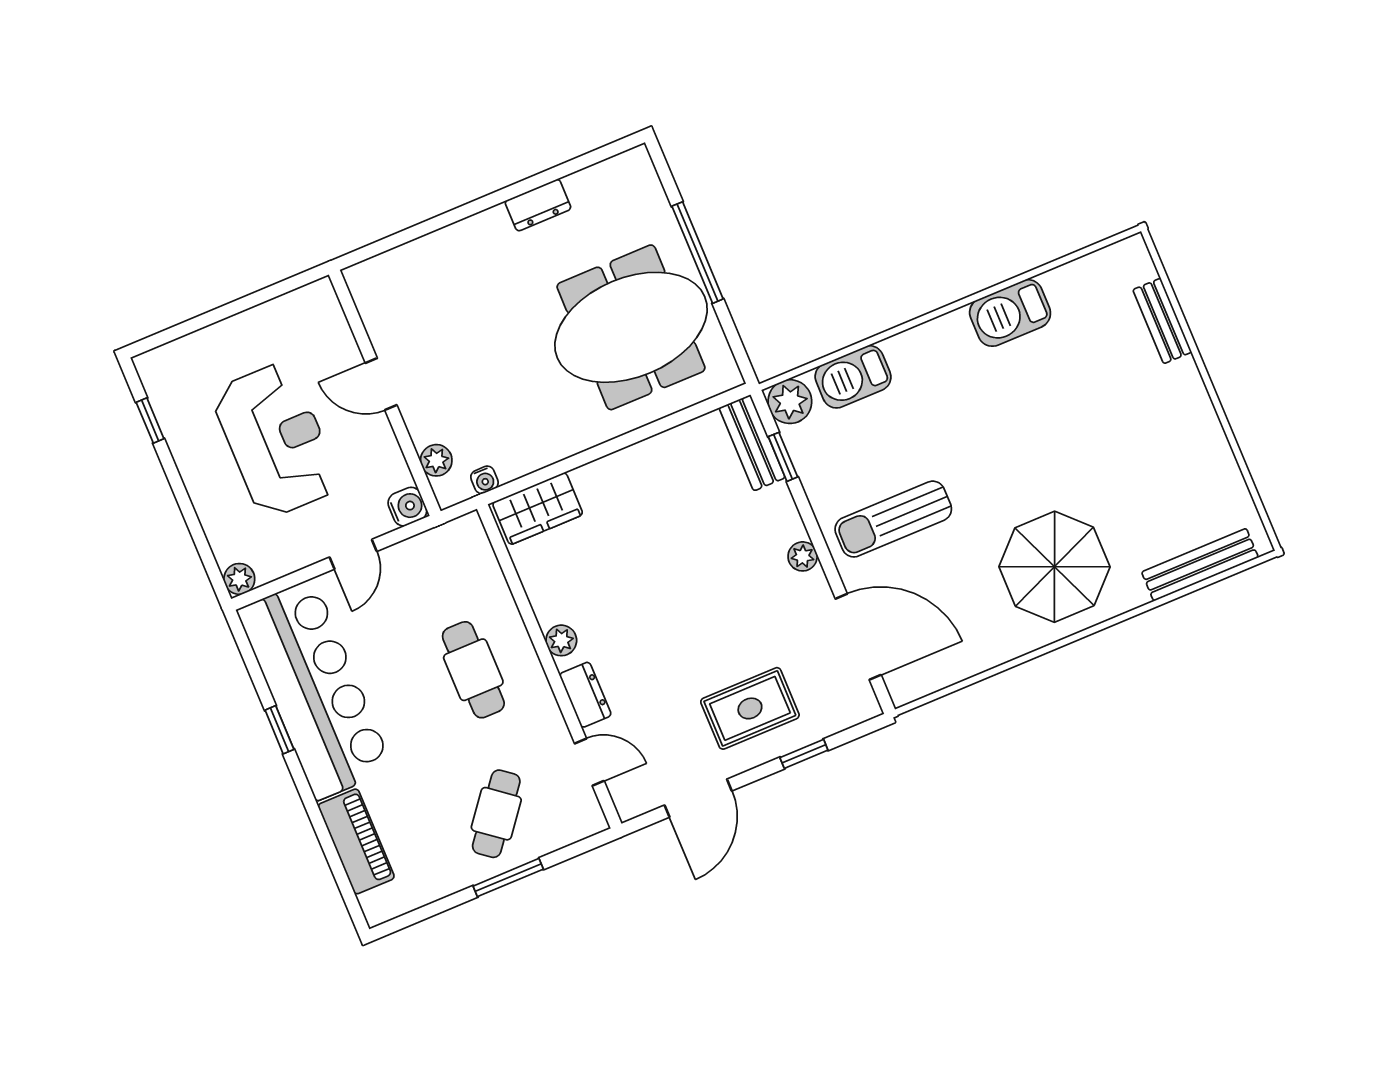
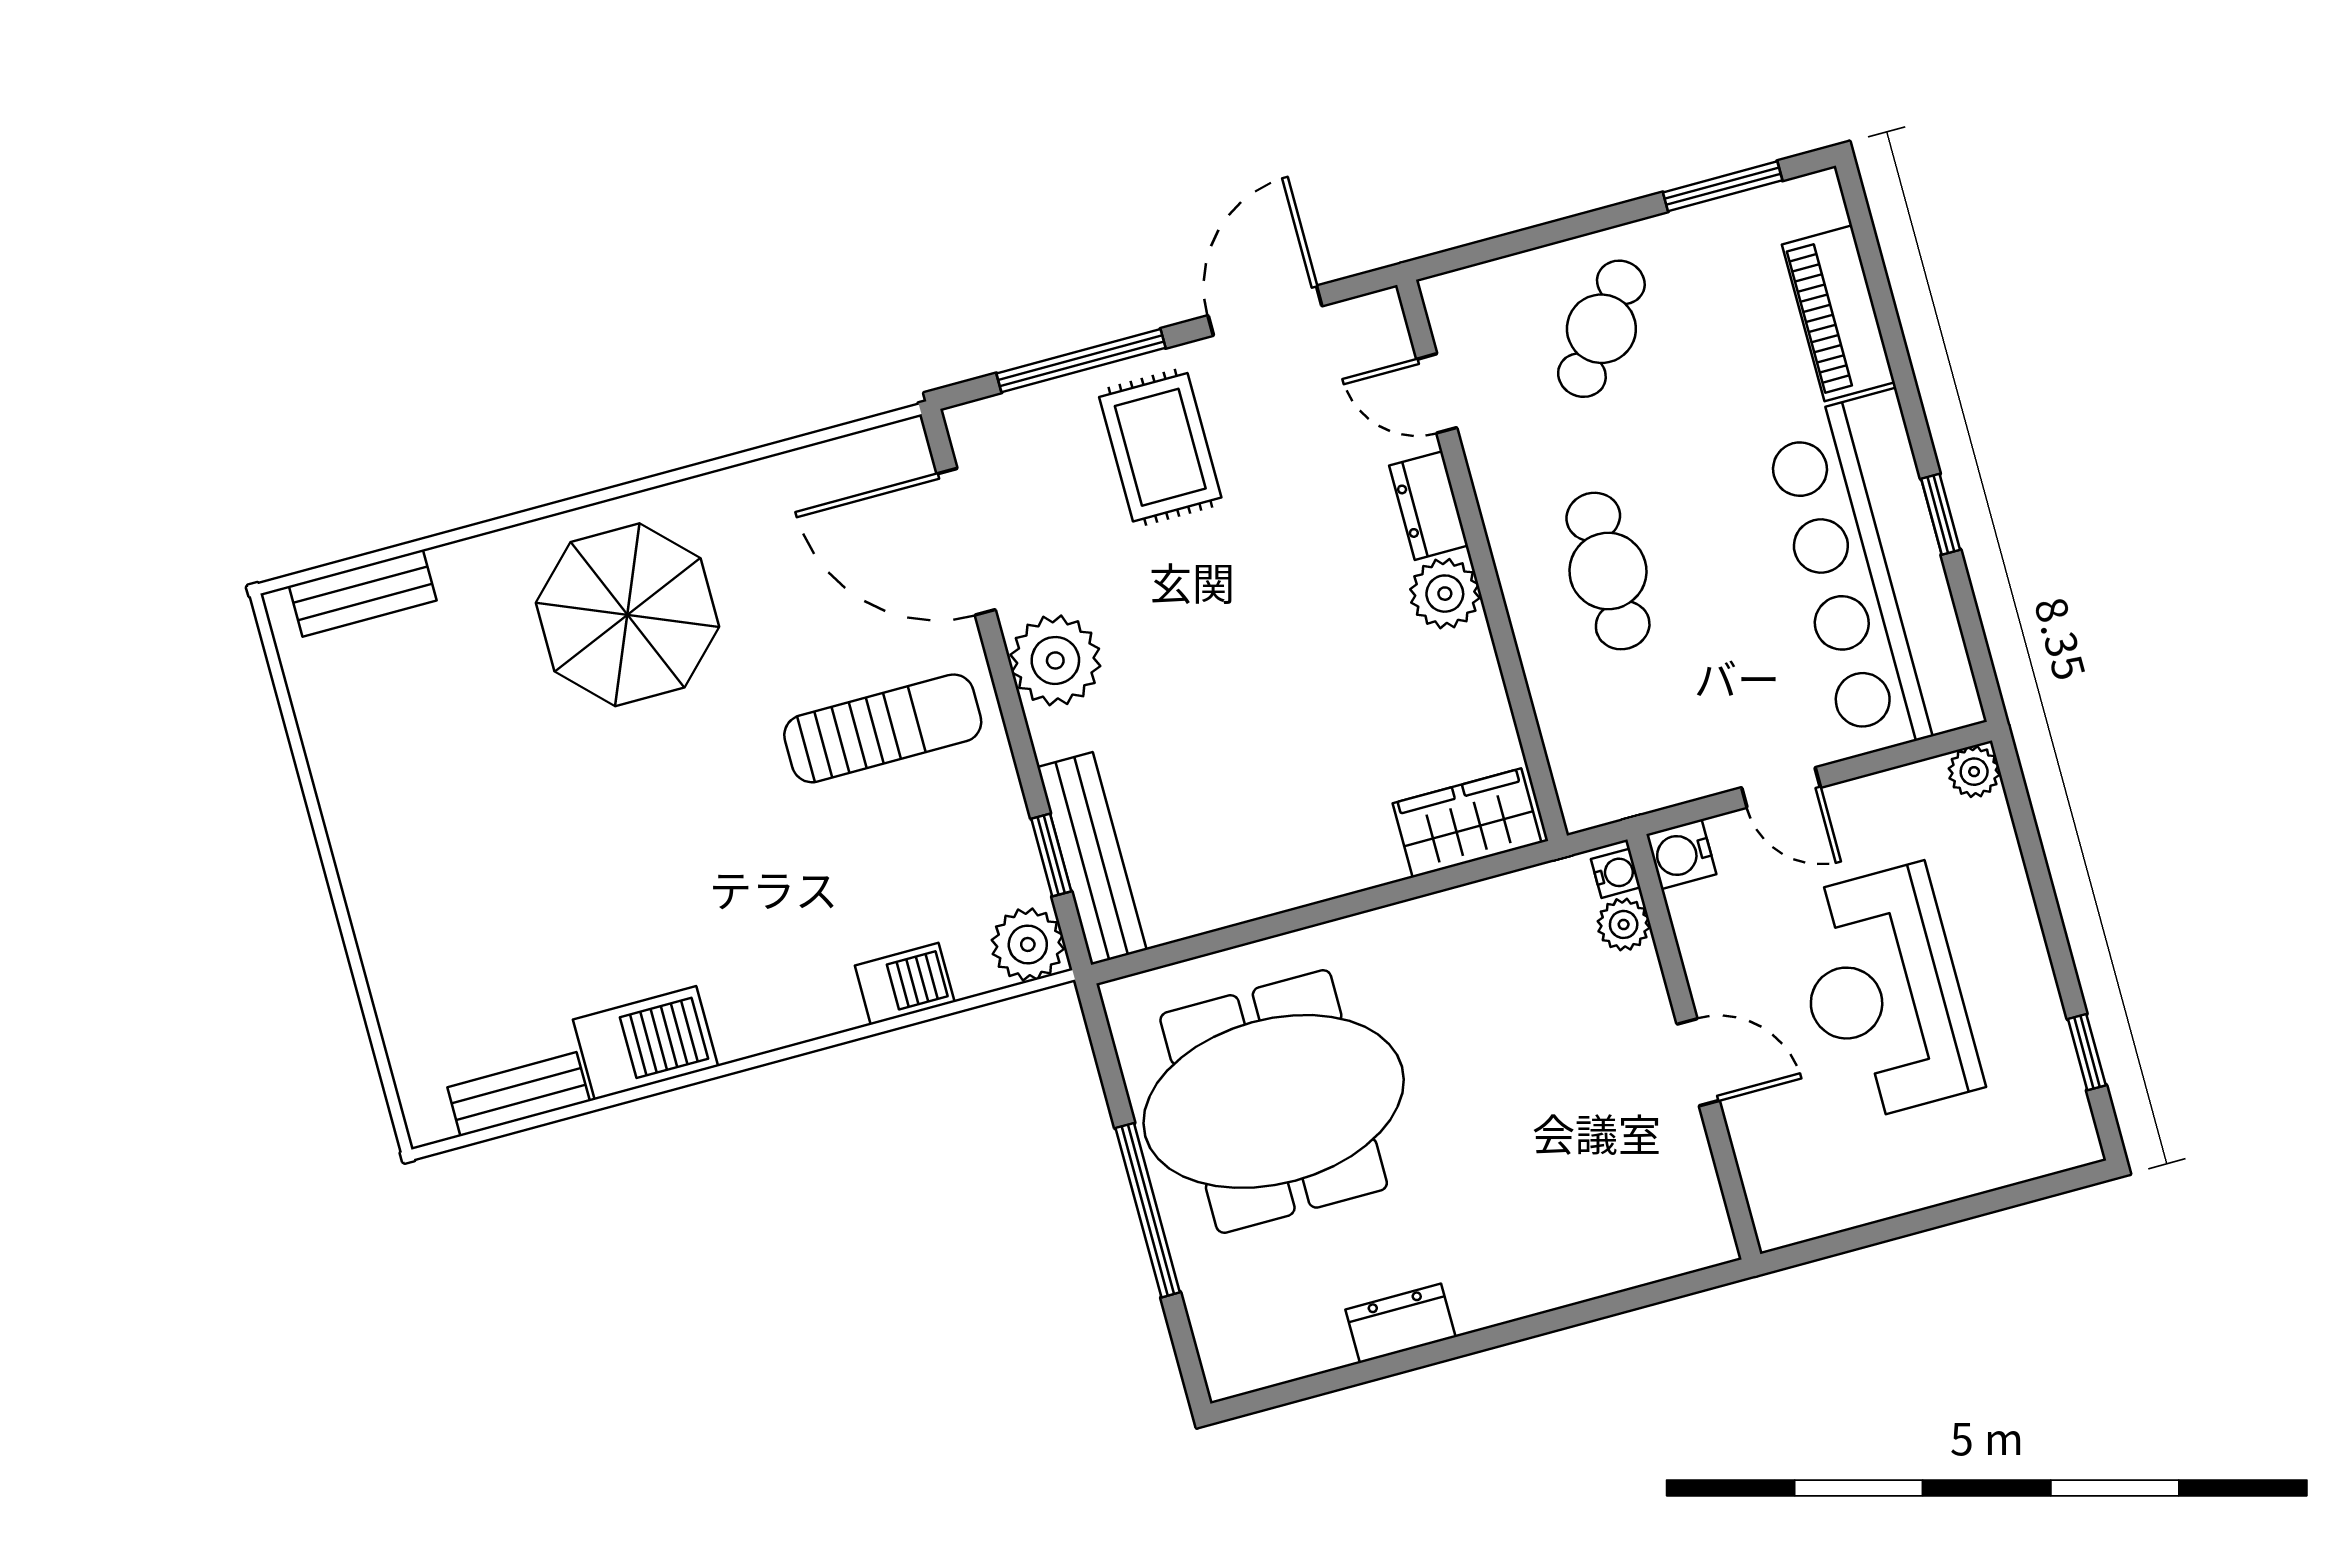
bench: (1162, 321) -> (519, 1094), moved, turned 90
barbecue: (853, 377) -> (905, 984), width x0.73, depth x0.79
bench: (752, 443) -> (1092, 858), width x1.36
water cooler: (484, 480) -> (1616, 873), moved, turned 90
door: (353, 554) -> (1781, 788), swing flipped
plant: (803, 556) -> (1055, 660), width x1.87, depth x1.87
bench: (1200, 565) -> (363, 593), width x0.73
plant: (561, 640) -> (1445, 594), width x1.38, depth x1.38
rug: (750, 708) -> (1160, 447), turned 90
window: (804, 754) -> (1081, 361), width x2.17
window: (508, 878) -> (1723, 186), moved

